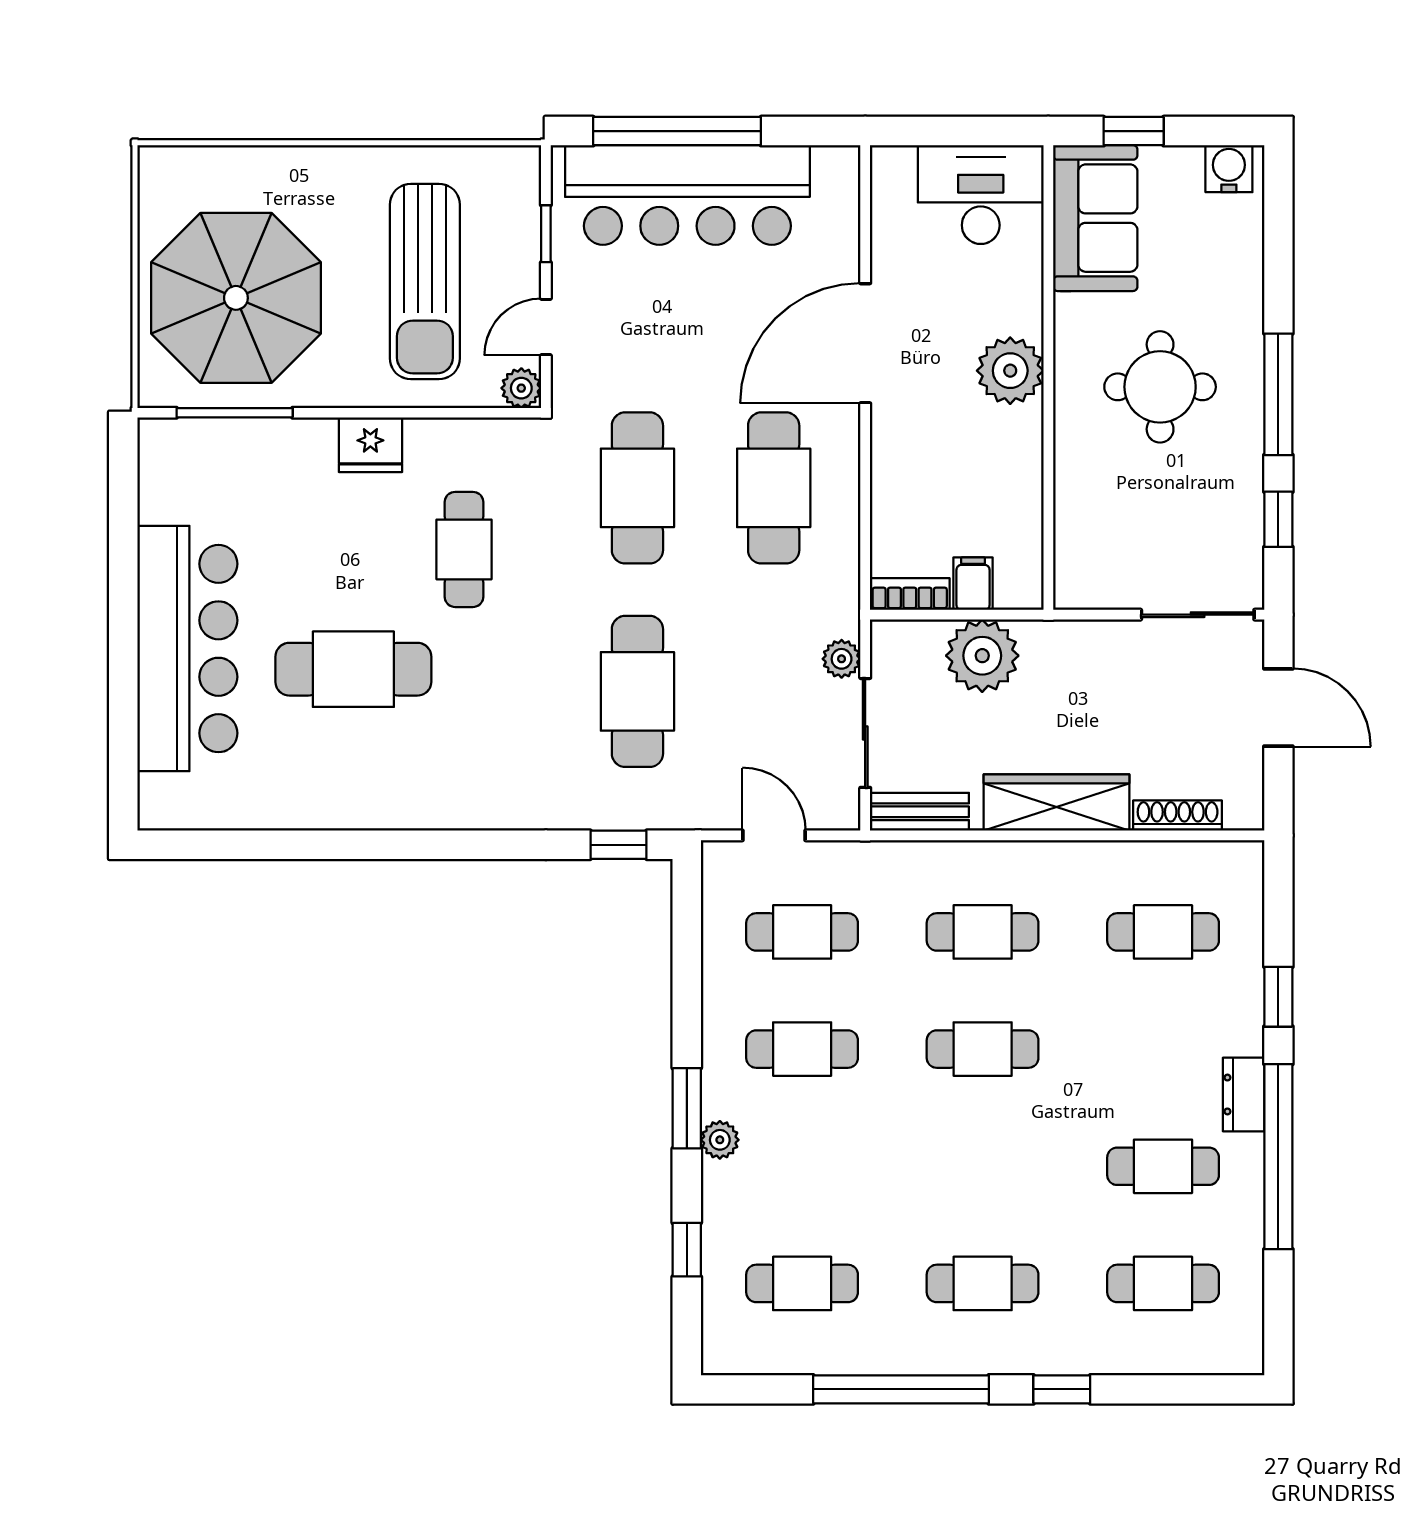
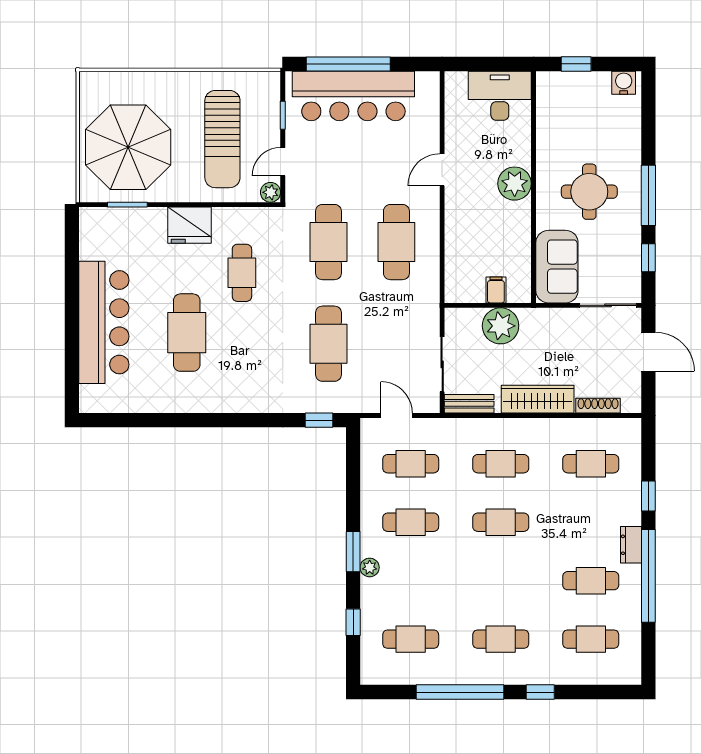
sofa: (1095, 218) -> (557, 267), moved
door: (865, 343) -> (442, 170), width x0.53
window: (235, 413) -> (127, 205), width x0.69
fridge: (370, 445) -> (190, 225), width x1.36, depth x1.34
bookcase: (910, 594) -> (464, 295), removed
plant: (842, 659) -> (430, 327), removed
cafe table: (353, 669) -> (187, 333), turned 90

